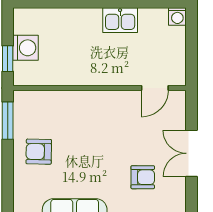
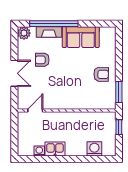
washing machine: (177, 16) -> (39, 151), moved
washing machine: (26, 48) -> (94, 149), moved, turned 90

